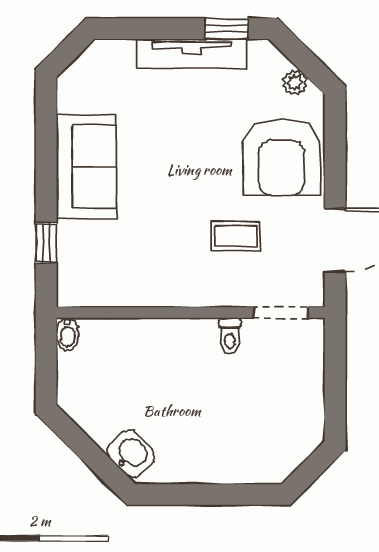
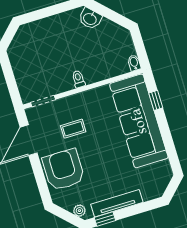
plant: (295, 83) -> (79, 211), moved
sofa: (86, 167) -> (139, 121), width x1.85, depth x1.27
toilet: (230, 336) -> (78, 79), moved

